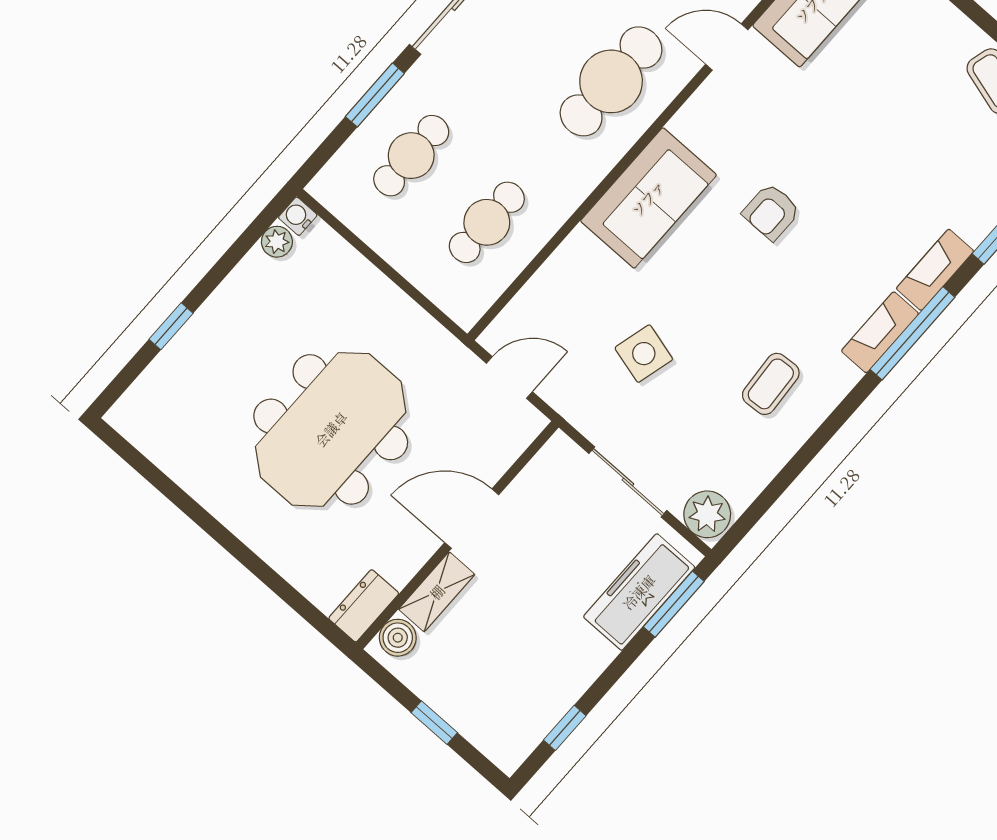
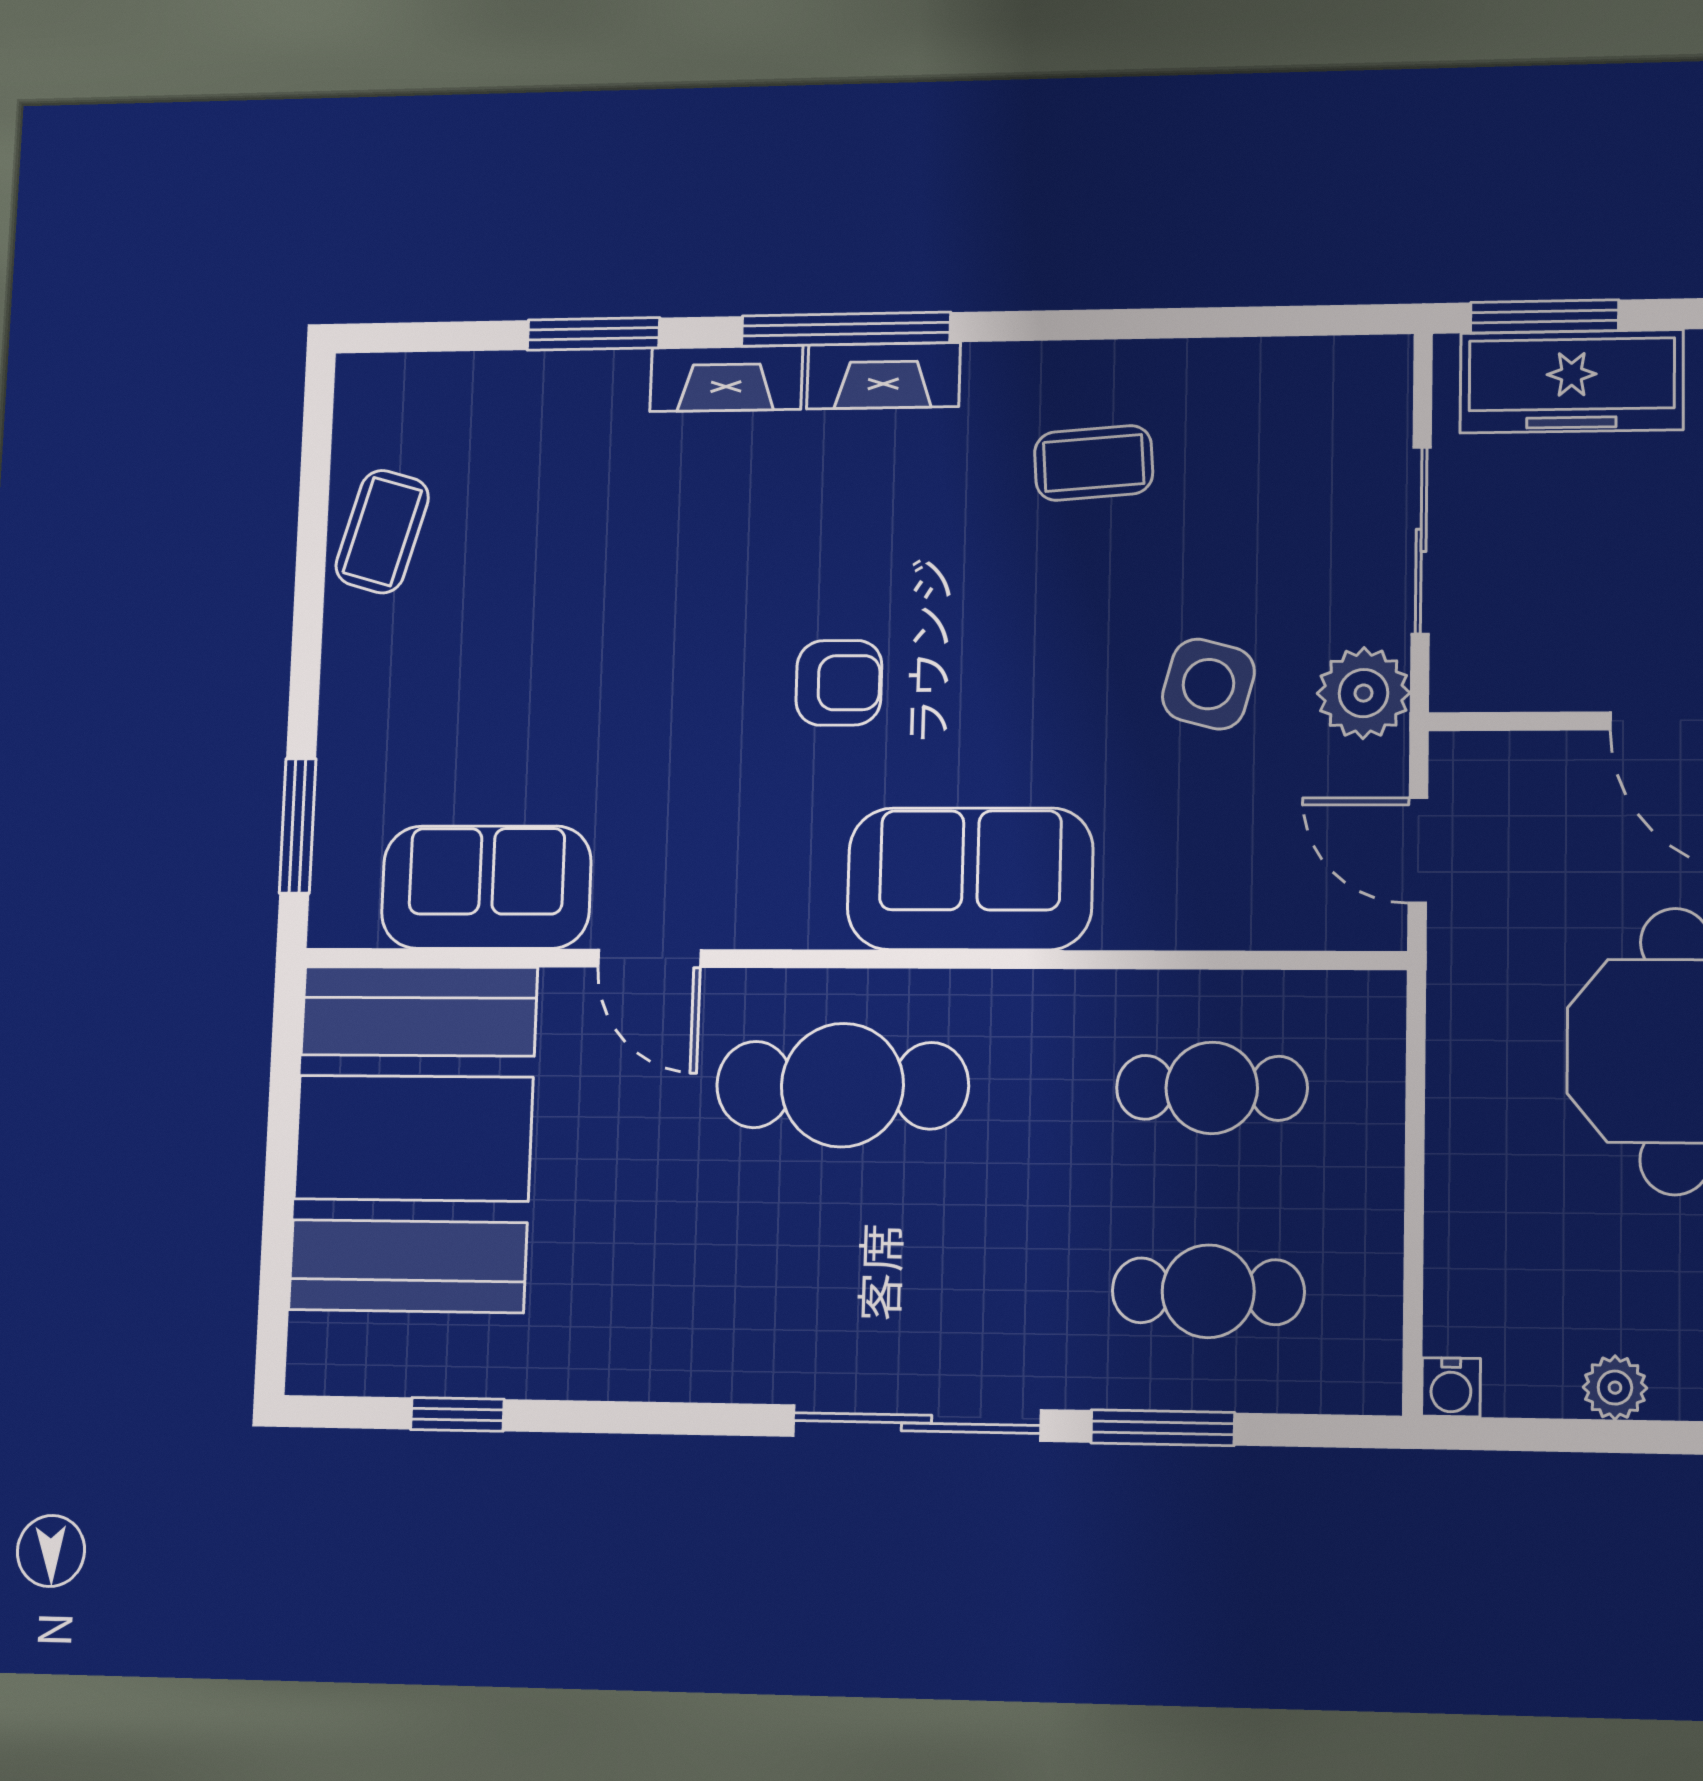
plant: (277, 242) -> (1615, 1388), moved
plant: (707, 514) -> (1363, 693), moved

